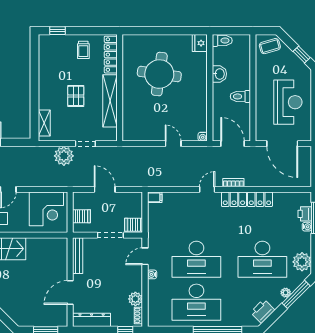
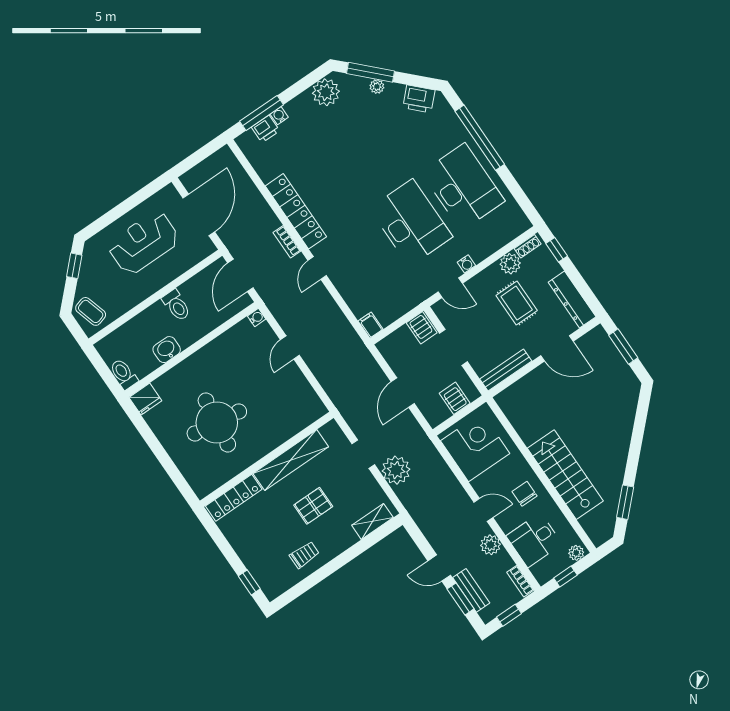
trolley: (83, 50) -> (304, 555), moved
door: (207, 189) -> (317, 268), hinge flipped
desk: (262, 259) -> (356, 142), removed
rug: (111, 287) -> (517, 303), added

